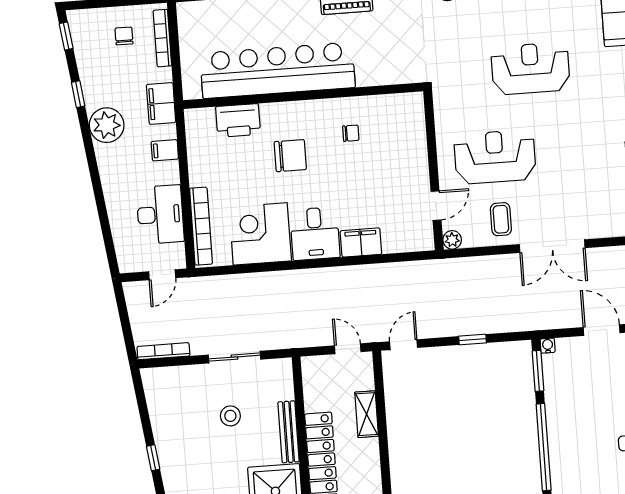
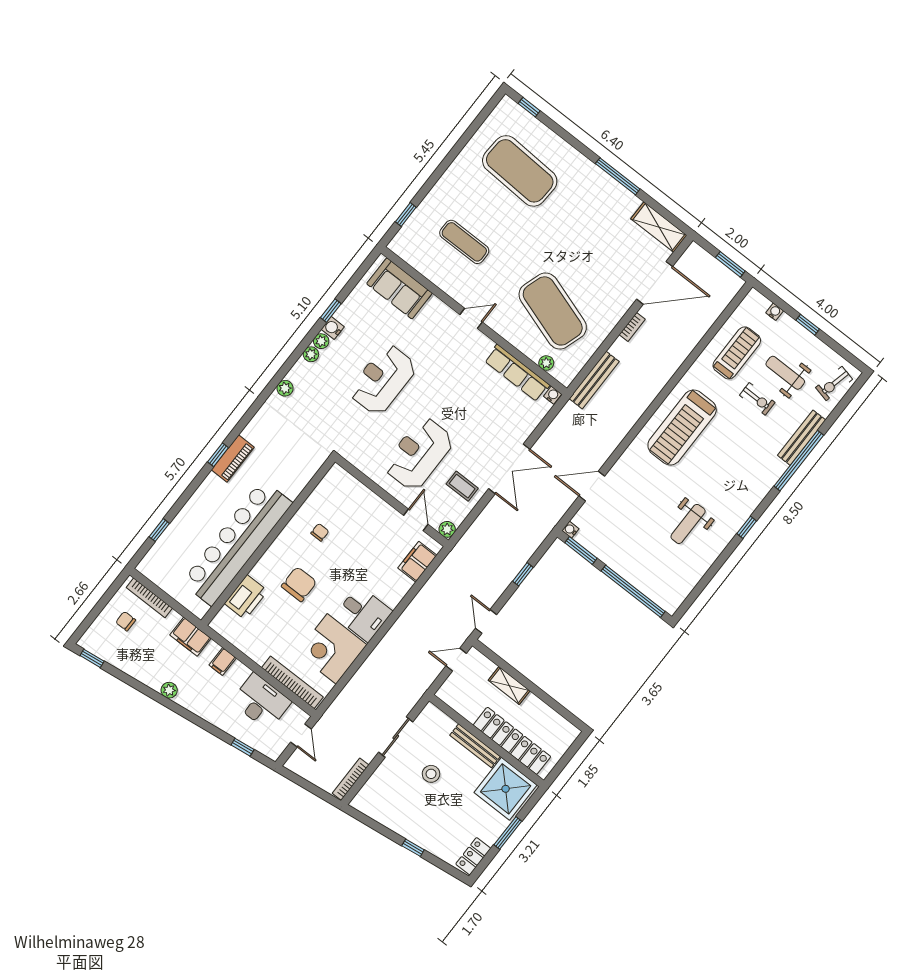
window: (78, 94) -> (243, 747), moved
plant: (107, 125) -> (169, 690), width x0.53, depth x0.53
filing cabinet: (361, 242) -> (417, 562), moved

